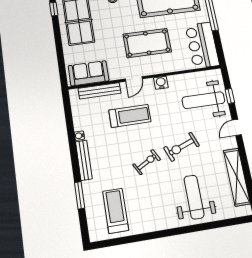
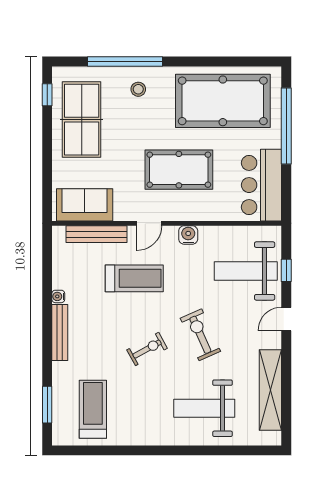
exercise bike: (181, 147) -> (200, 335), turned 87
window: (80, 195) -> (47, 405), moved
weight bench: (194, 197) -> (204, 408), turned -90

